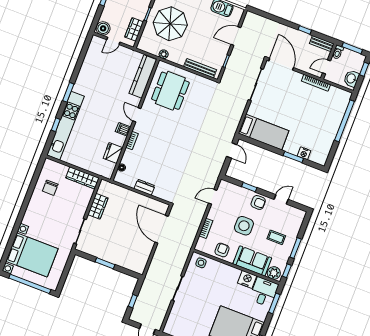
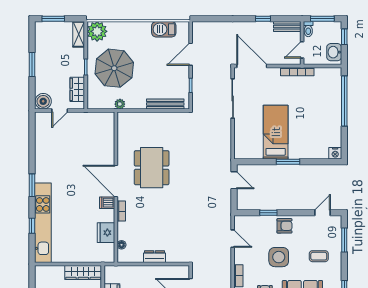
kitchen counter: (143, 76) -> (107, 137), removed
dining table: (170, 91) -> (152, 168), moved
door: (137, 115) -> (116, 181), width x1.87
bed: (264, 132) -> (276, 132), moved, turned -90
nightstand: (304, 153) -> (335, 153), moved
window: (293, 157) -> (288, 162), moved
door: (213, 197) -> (233, 239), swing flipped
door: (281, 199) -> (323, 213), moved
window: (296, 248) -> (344, 240), moved

